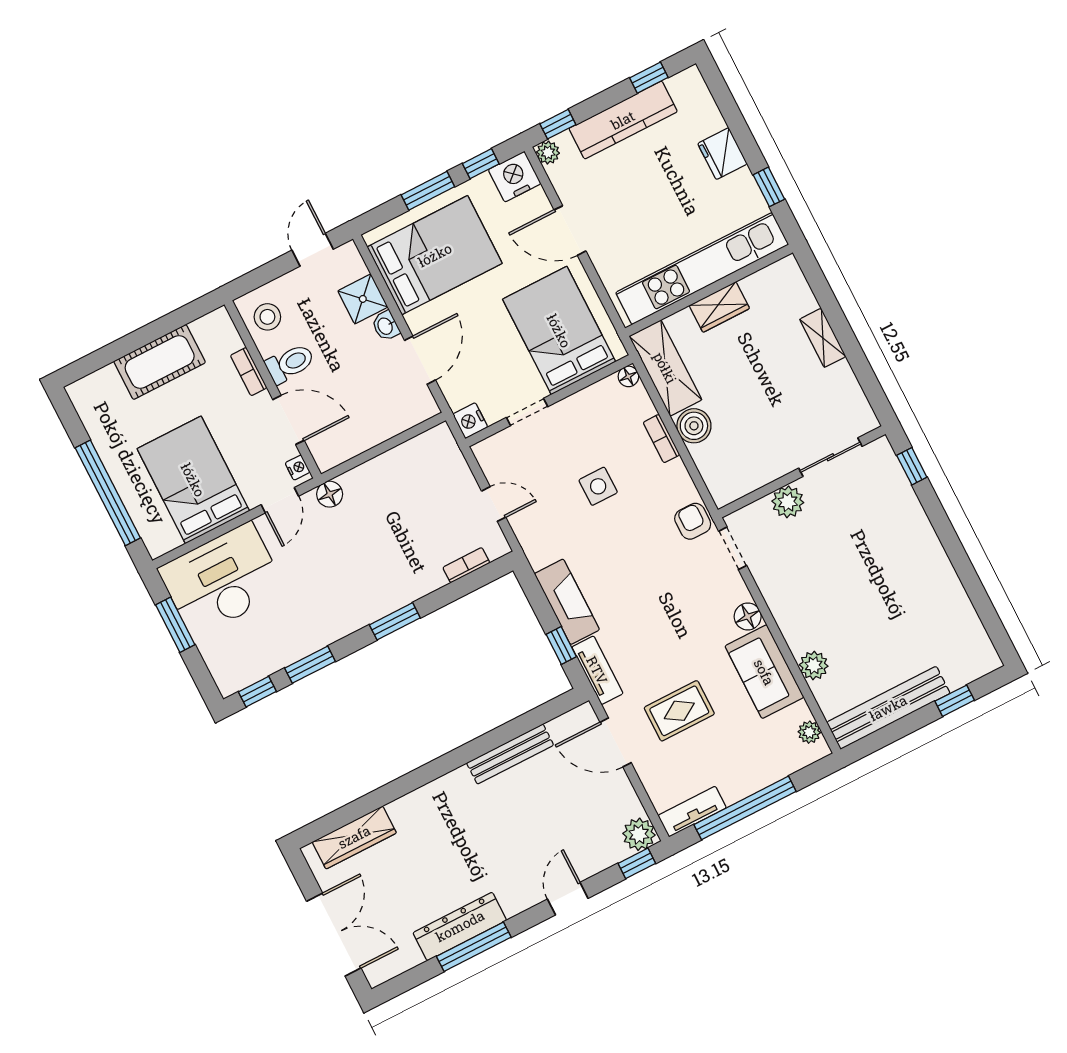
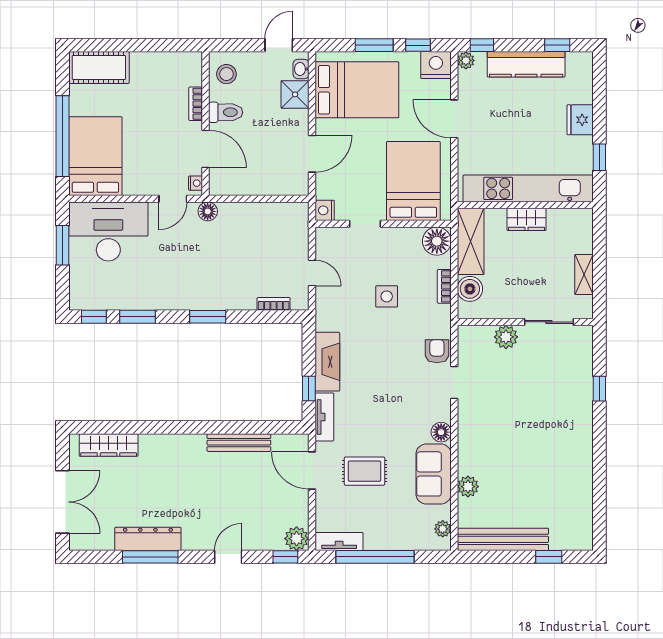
washbasin: (386, 326) -> (301, 69), moved
cot: (160, 362) -> (99, 67), moved
floor lamp: (628, 376) -> (437, 241), width x1.89, depth x1.89
sliding door: (830, 457) -> (549, 322), moved
wall: (802, 472) -> (525, 322), moved
bed: (193, 480) -> (95, 156), moved
plant: (788, 502) -> (506, 337), moved

